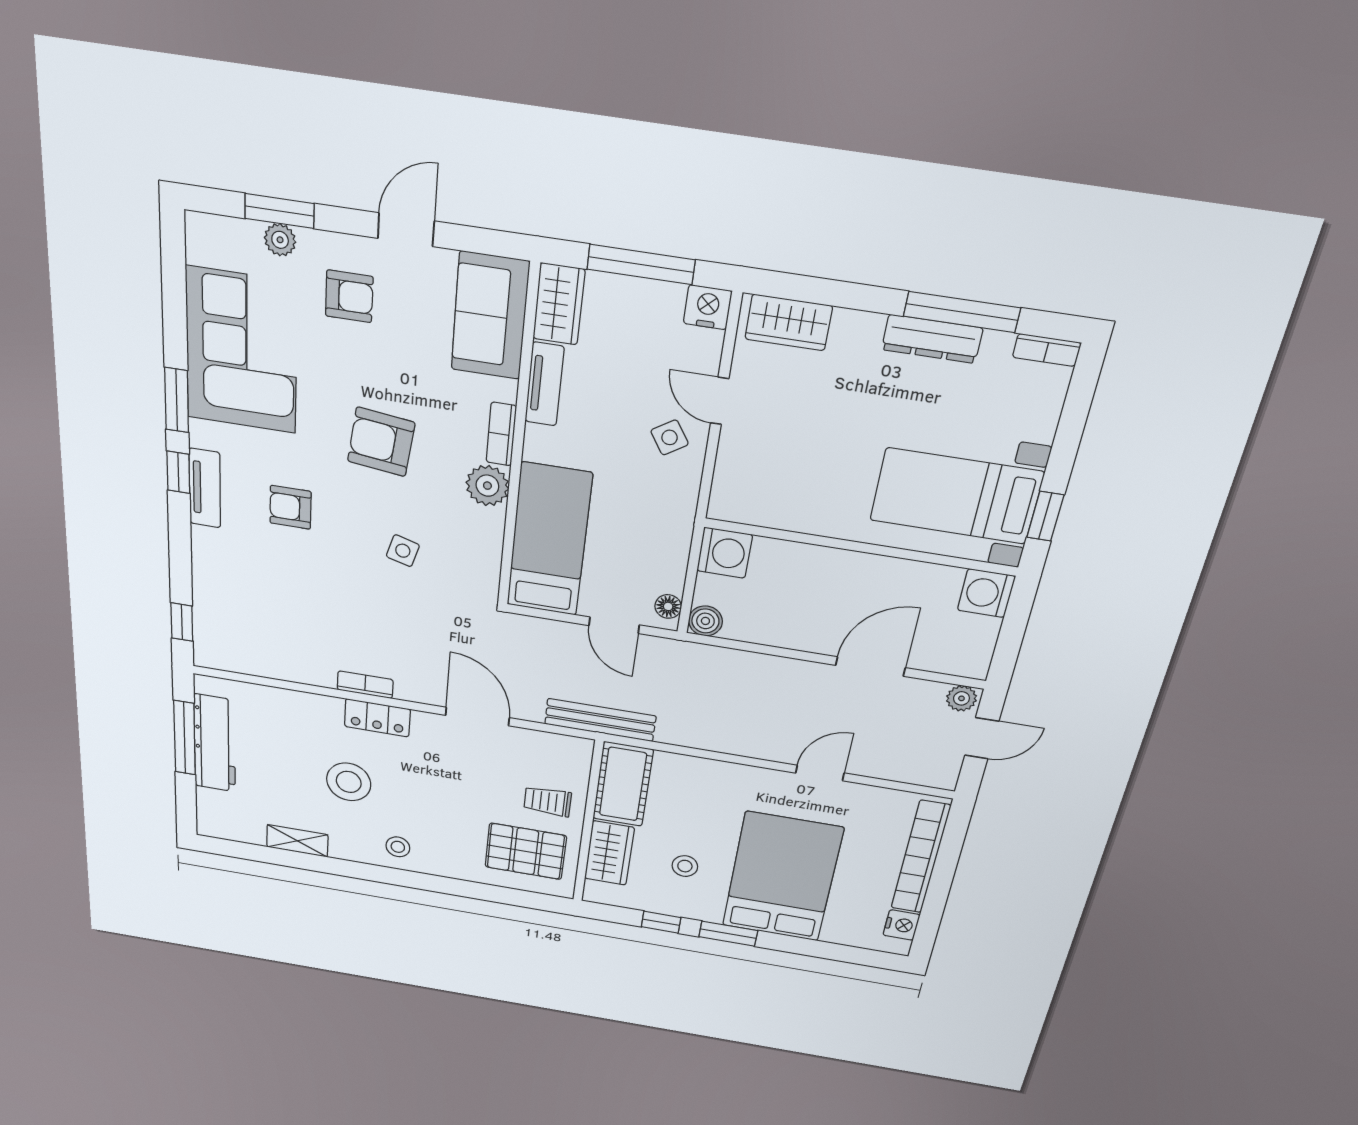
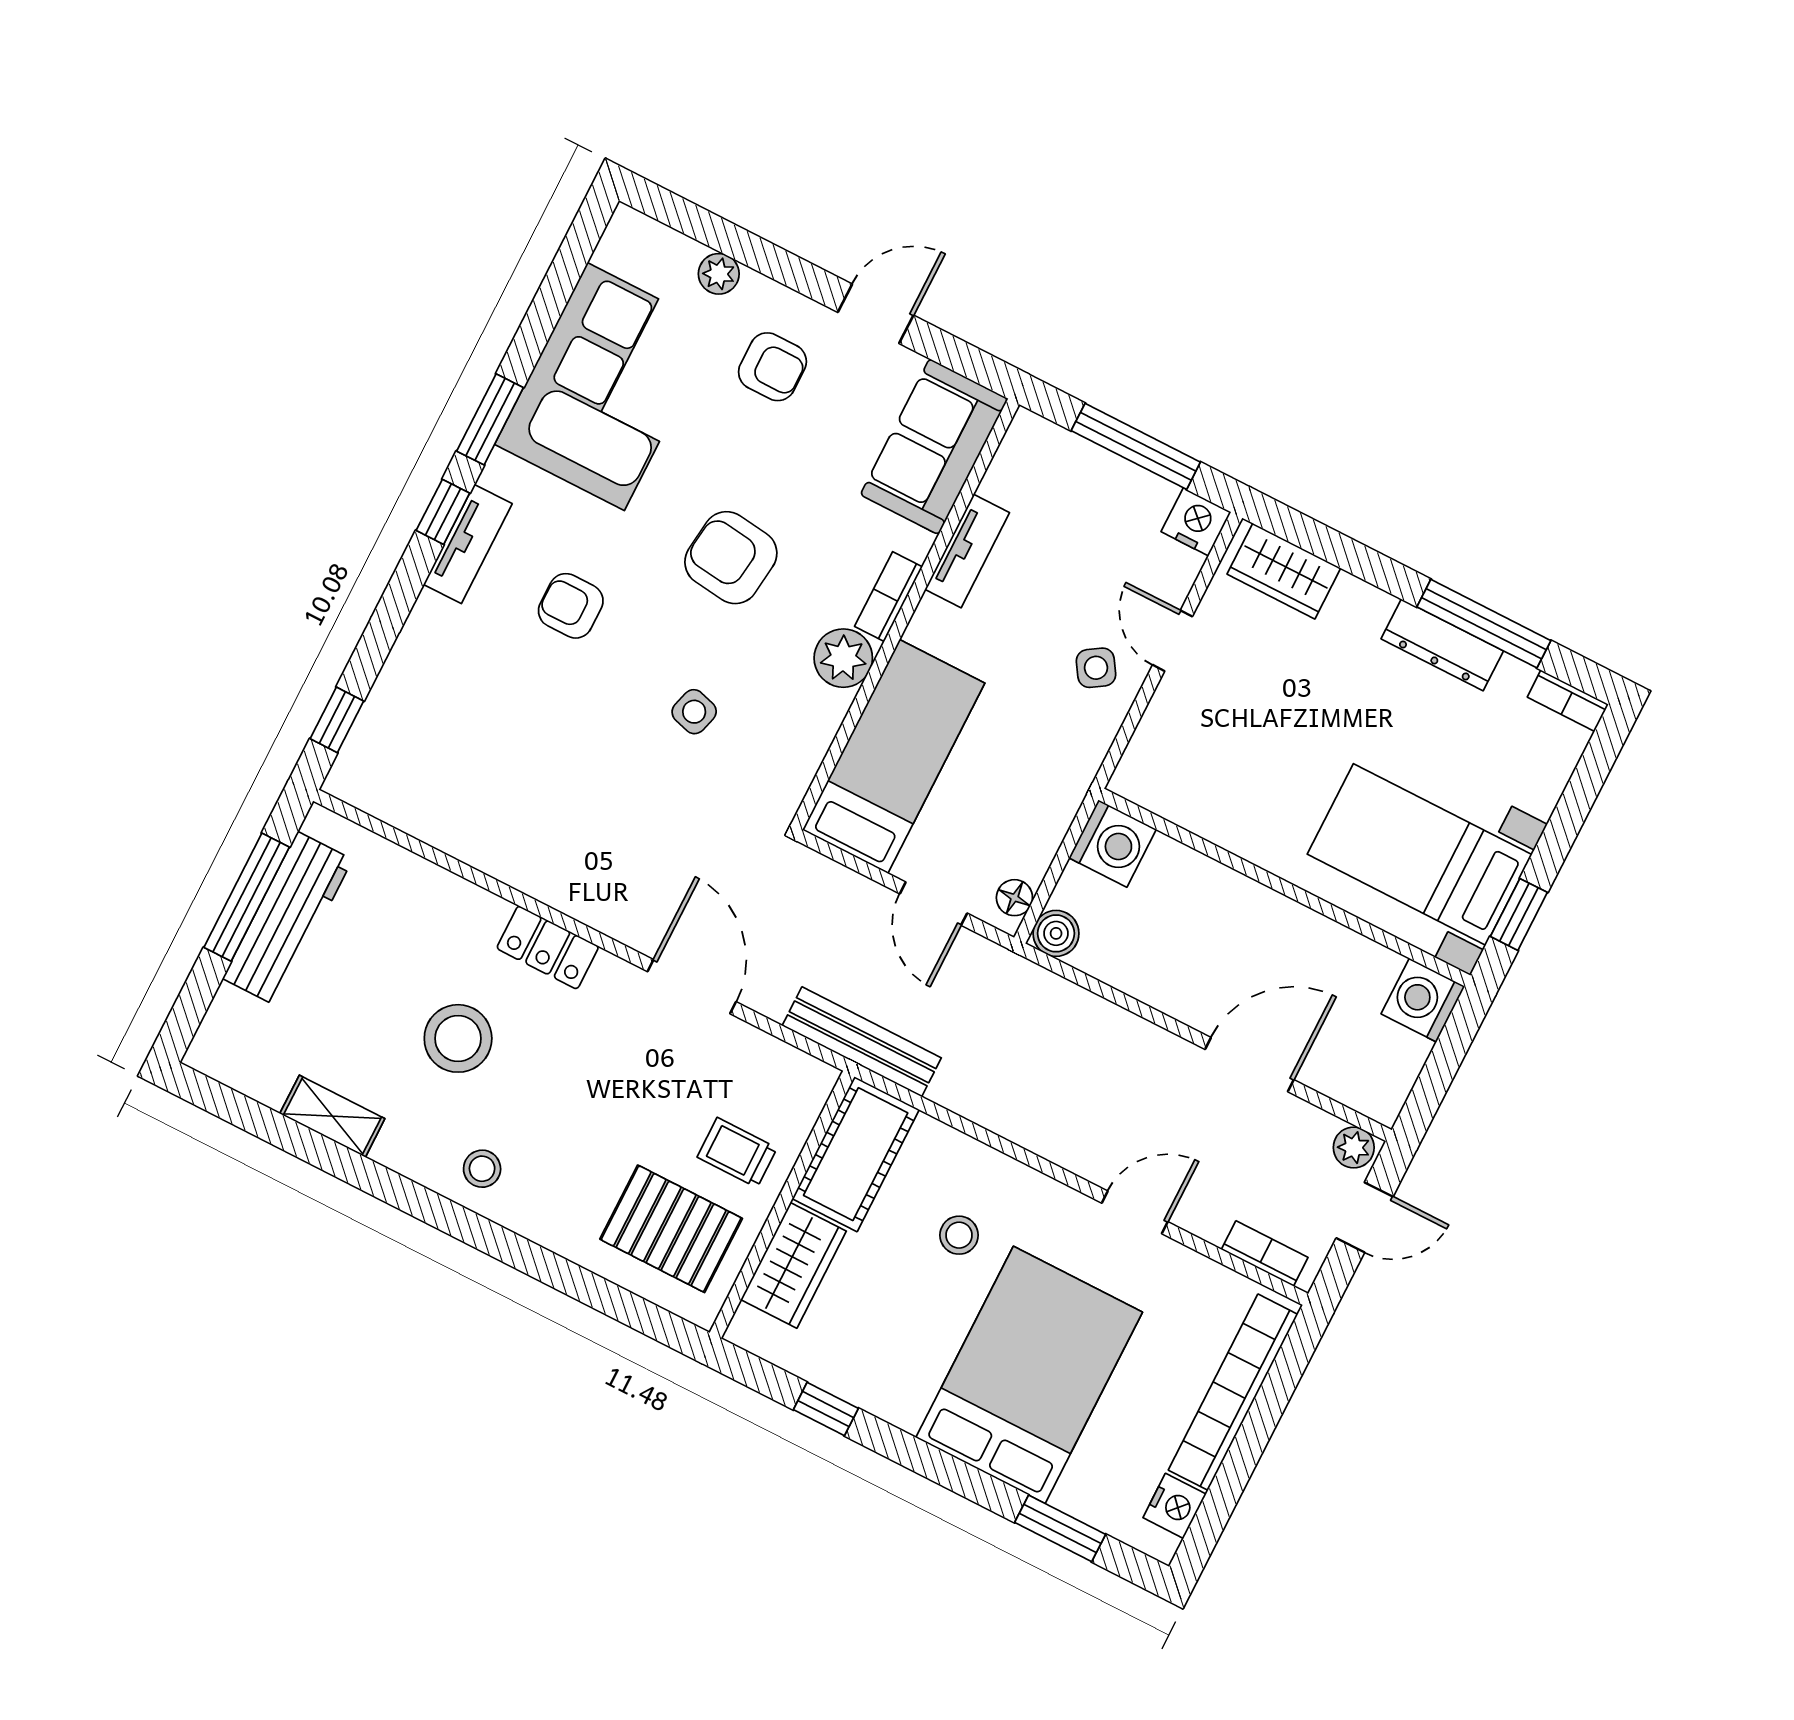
window: (279, 211) -> (734, 242), removed
wardrobe: (559, 304) -> (1022, 460), removed
bookcase: (365, 685) -> (1265, 1254), moved
stool: (685, 866) -> (959, 1235), moved
window: (728, 934) -> (1060, 1528), moved

